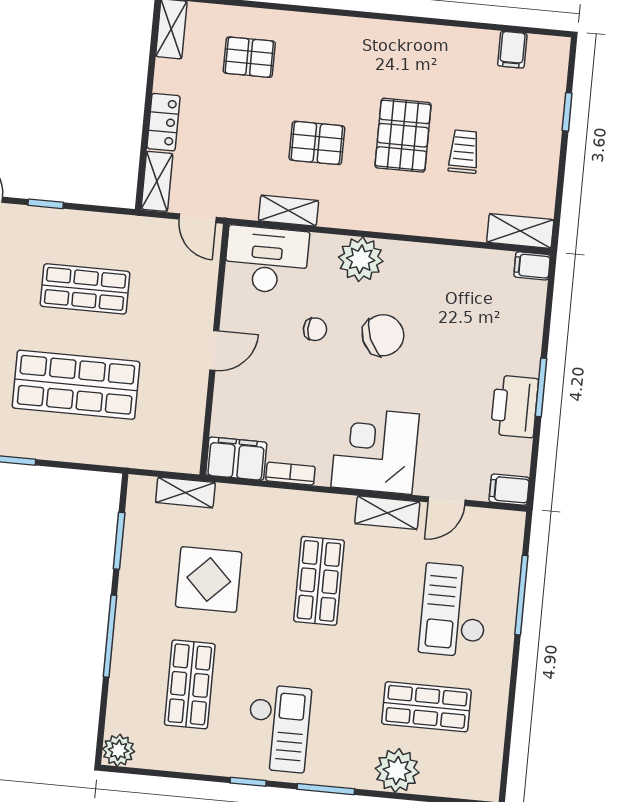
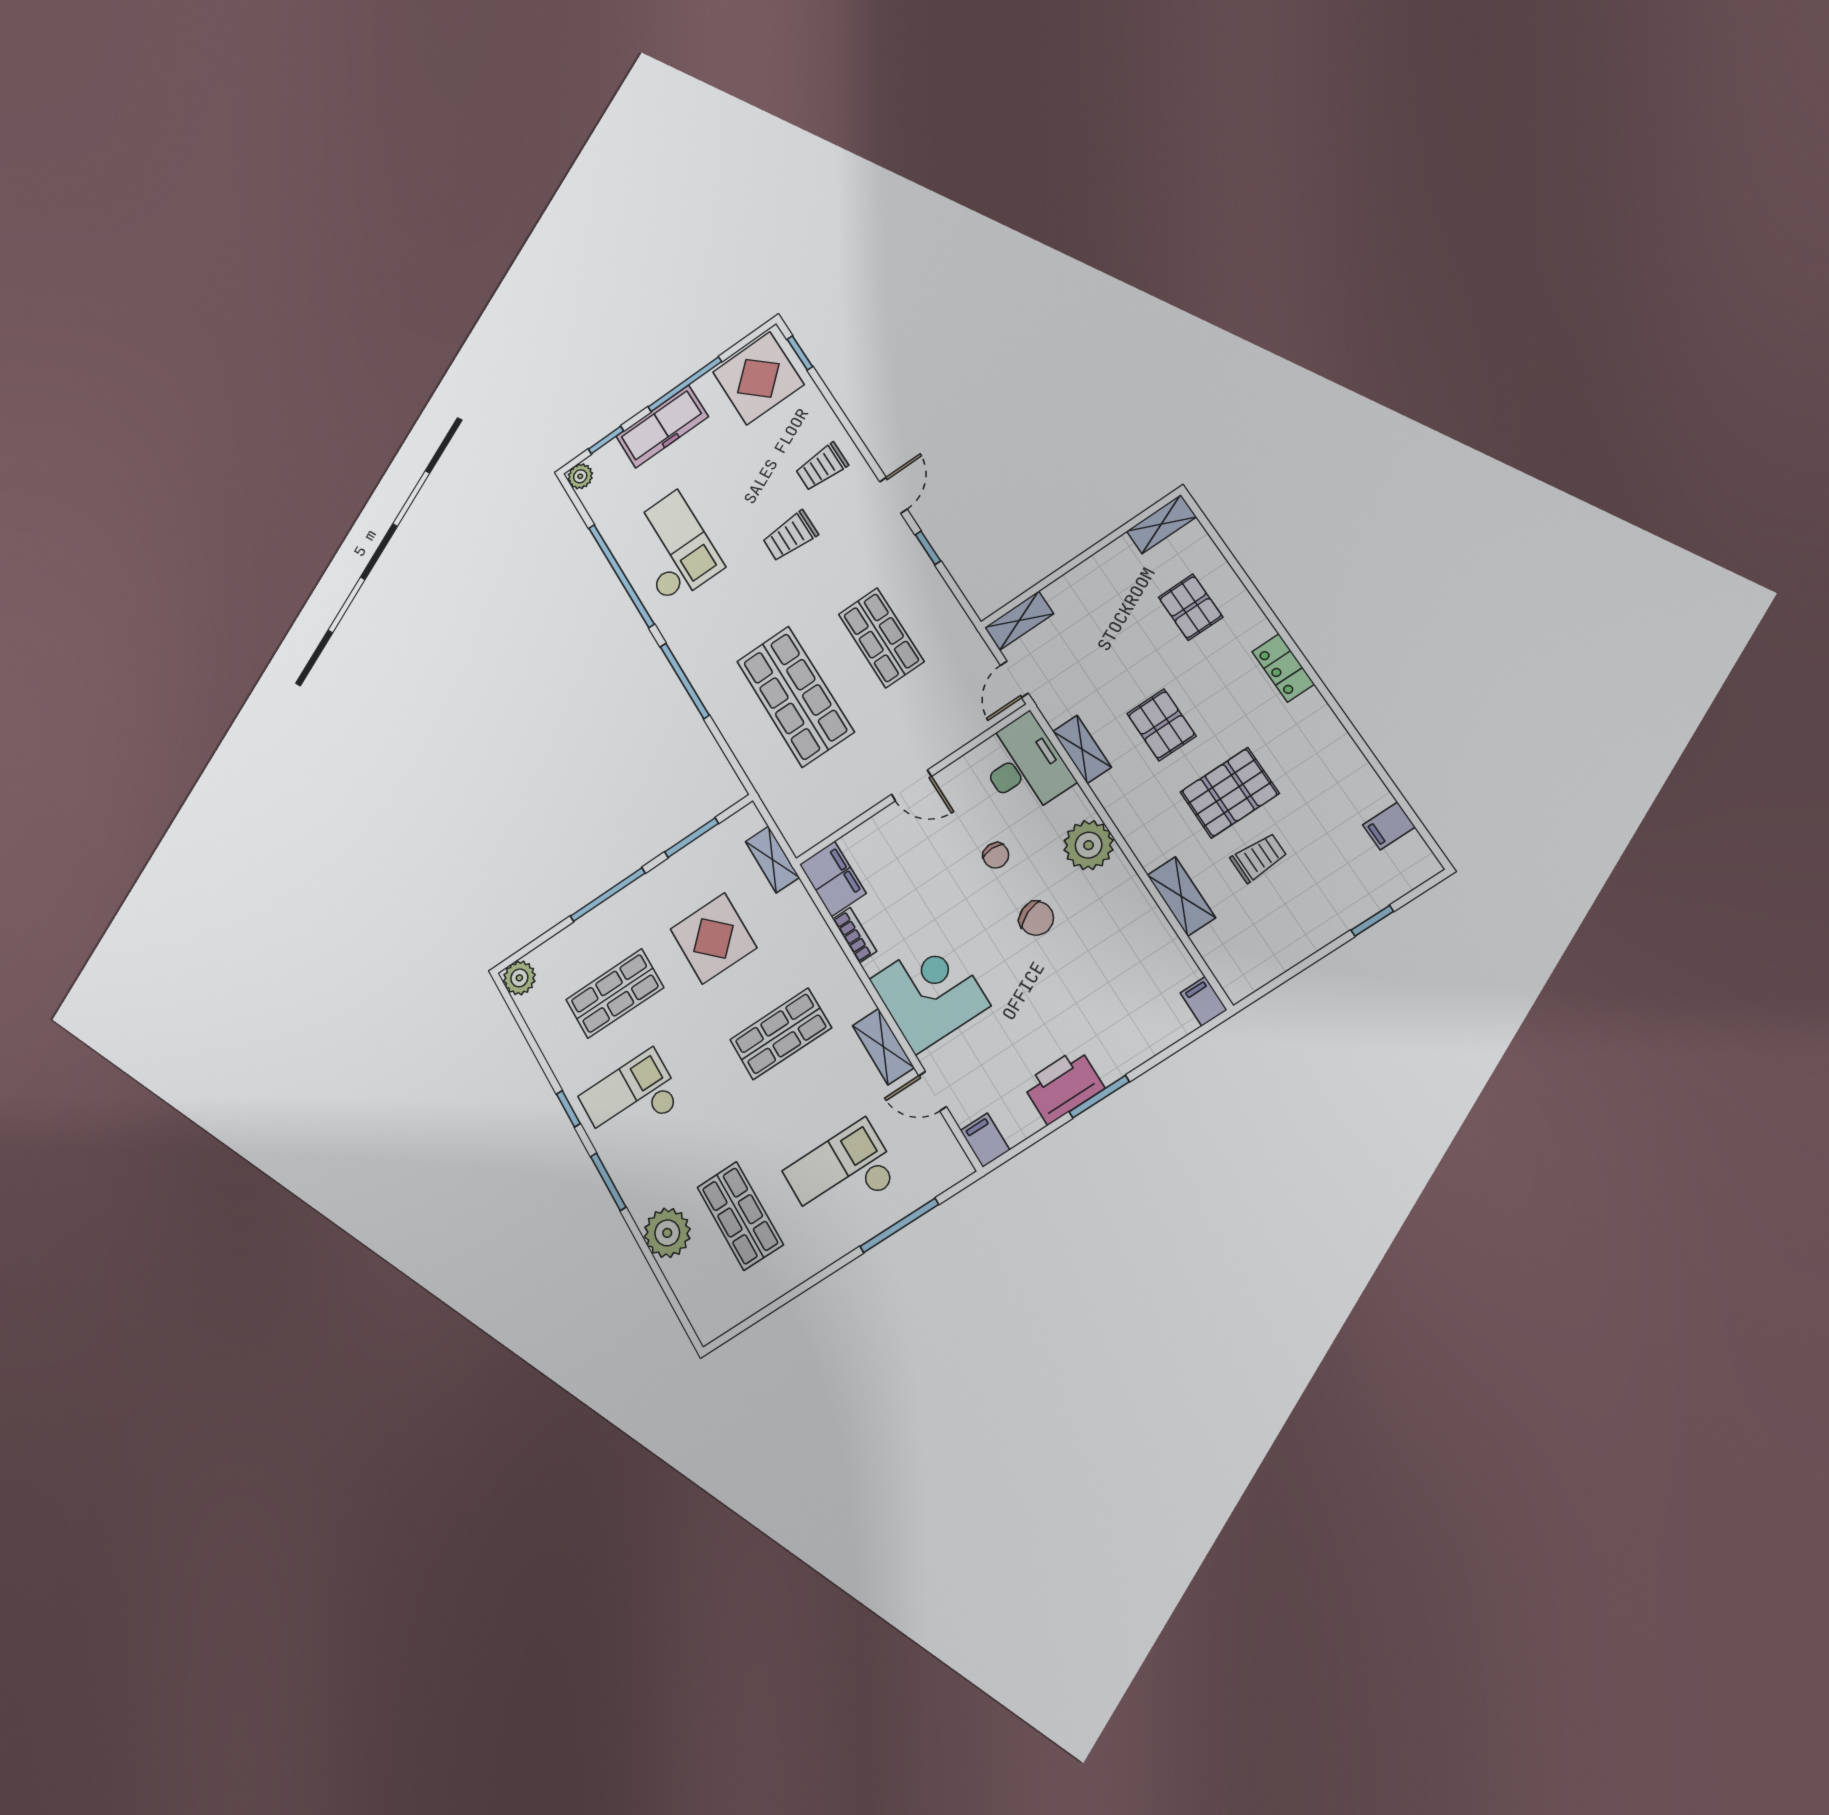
locker: (163, 122) -> (1283, 668), moved, turned 90
shelving: (520, 231) -> (1181, 896), moved
chair: (383, 335) -> (1036, 918), width x0.73, depth x0.73
checkout: (278, 728) -> (631, 1099), turned 180

